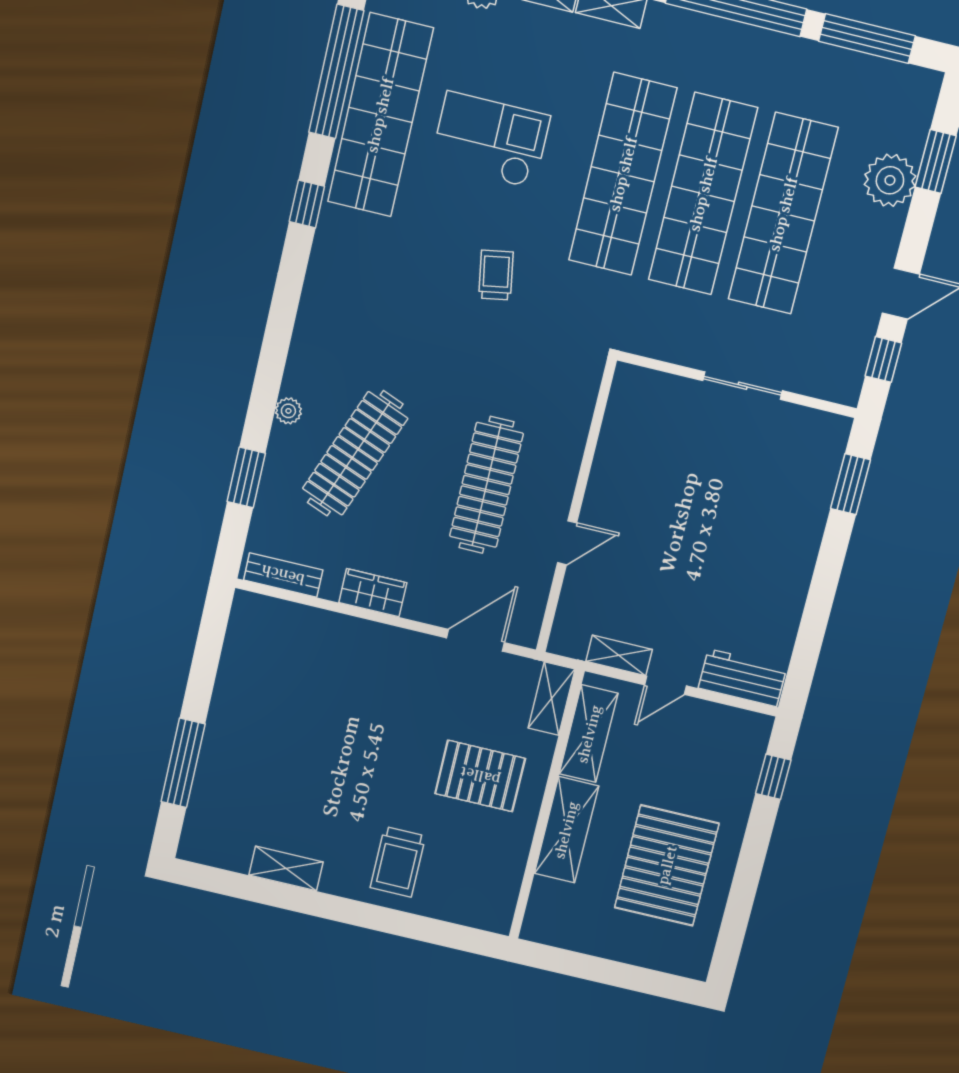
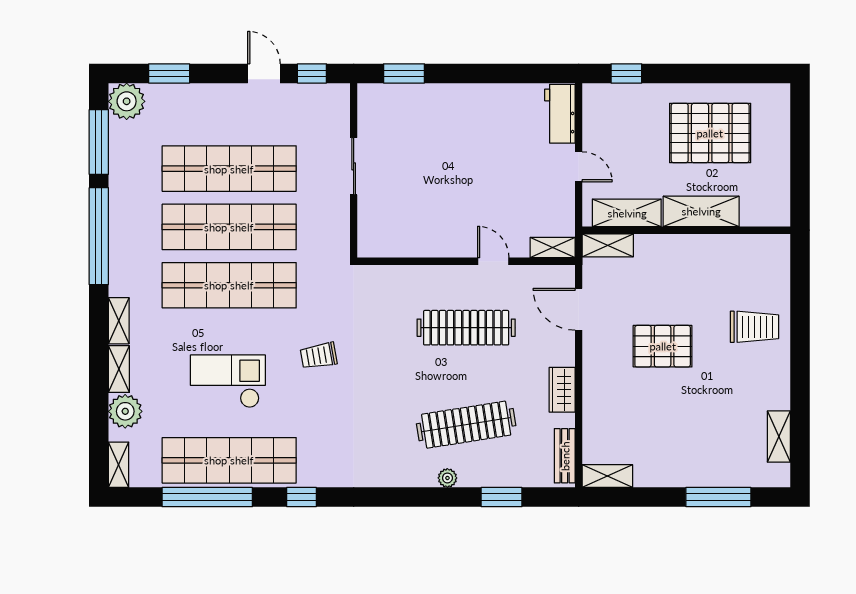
checkout: (490, 140) -> (228, 381), turned 90
plant: (890, 180) -> (127, 101), moved
clothes rail: (355, 453) -> (466, 425), turned -30
shelving: (243, 625) -> (607, 476), added
shelving: (619, 655) -> (553, 248), moved, turned 90
pallet: (480, 776) -> (663, 346), moved, turned 90
shelving: (286, 868) -> (779, 437), moved

